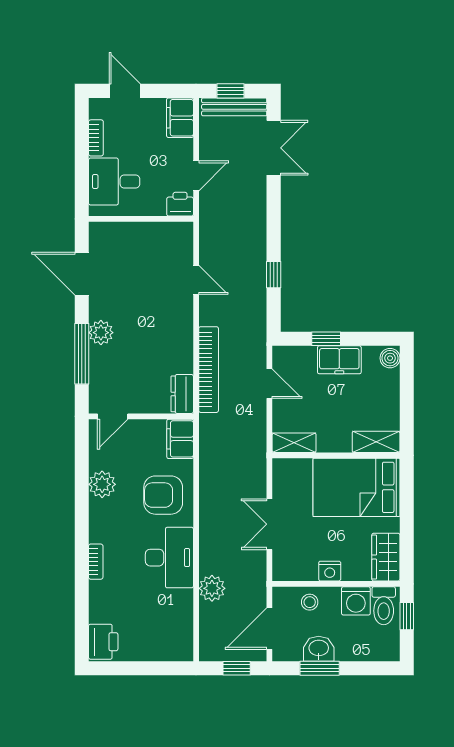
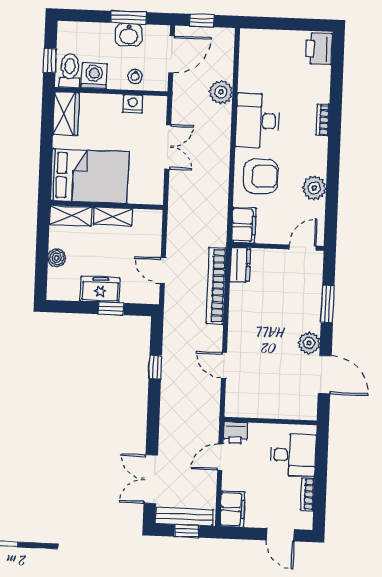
plant: (101, 333) -> (309, 343), moved
window: (82, 354) -> (328, 304), width x0.69
boiler: (390, 358) -> (57, 258), moved
shelving: (294, 443) -> (113, 217), moved
nightstand: (330, 571) -> (133, 104), moved

